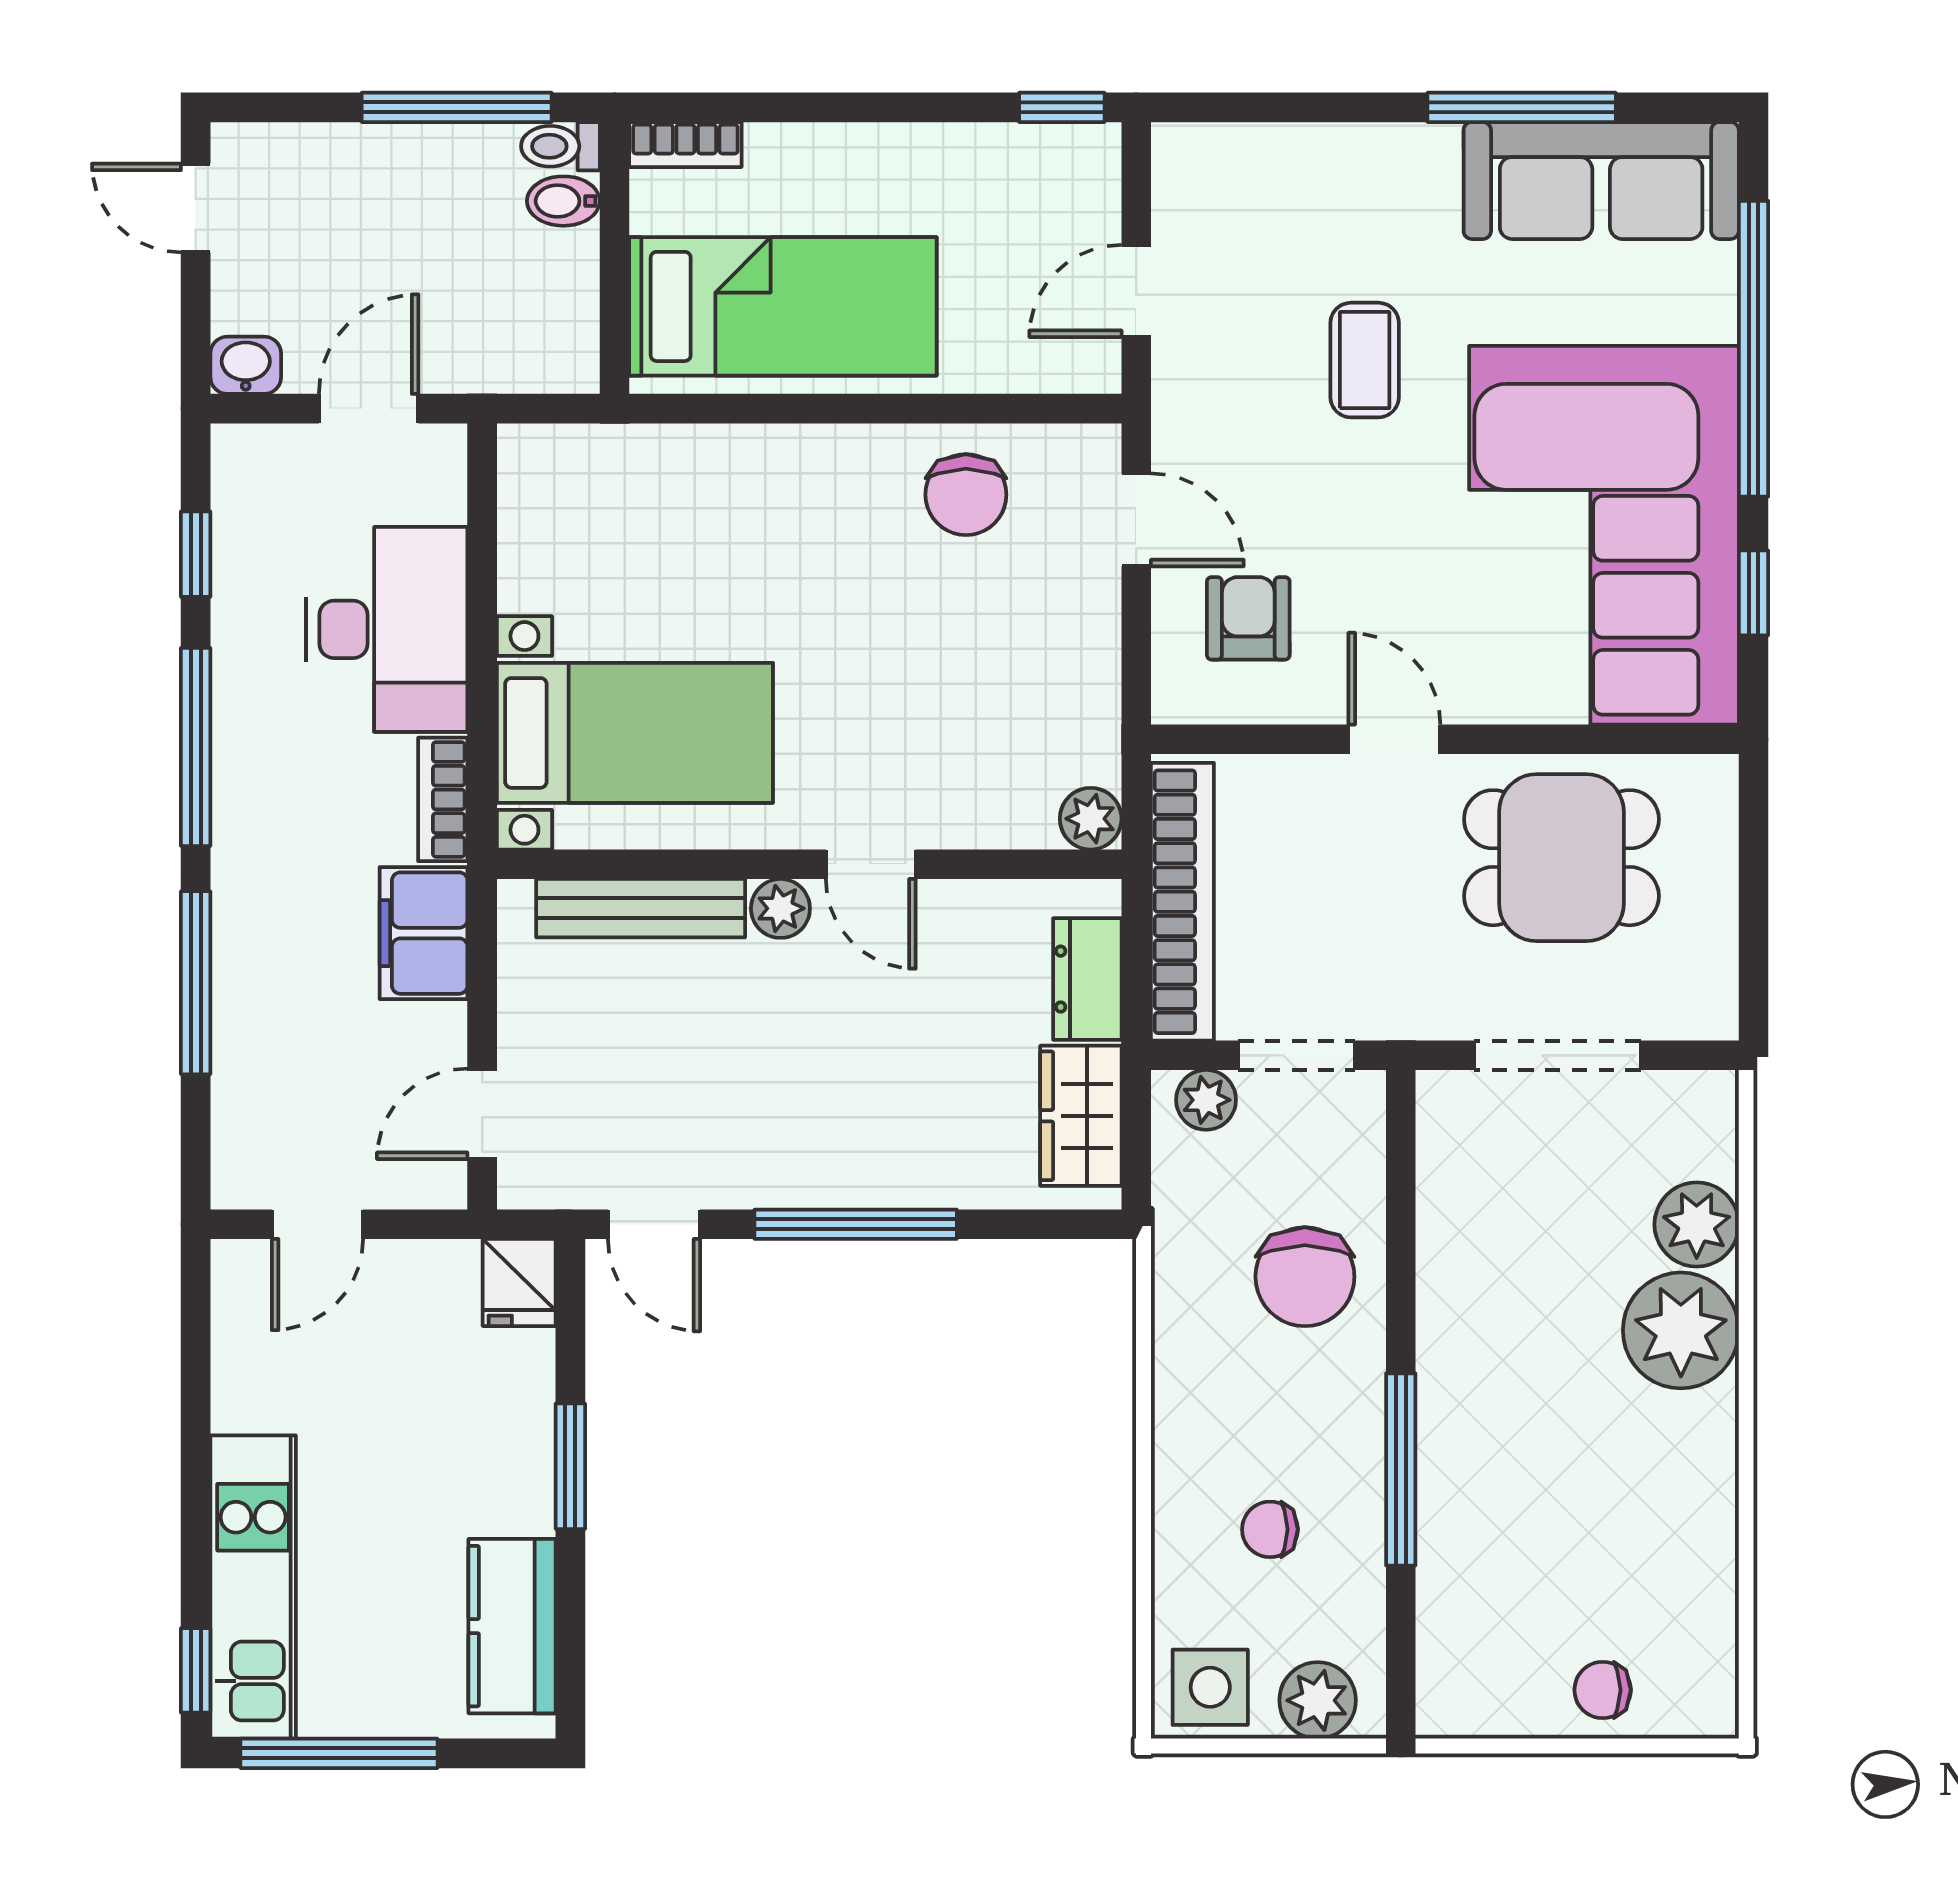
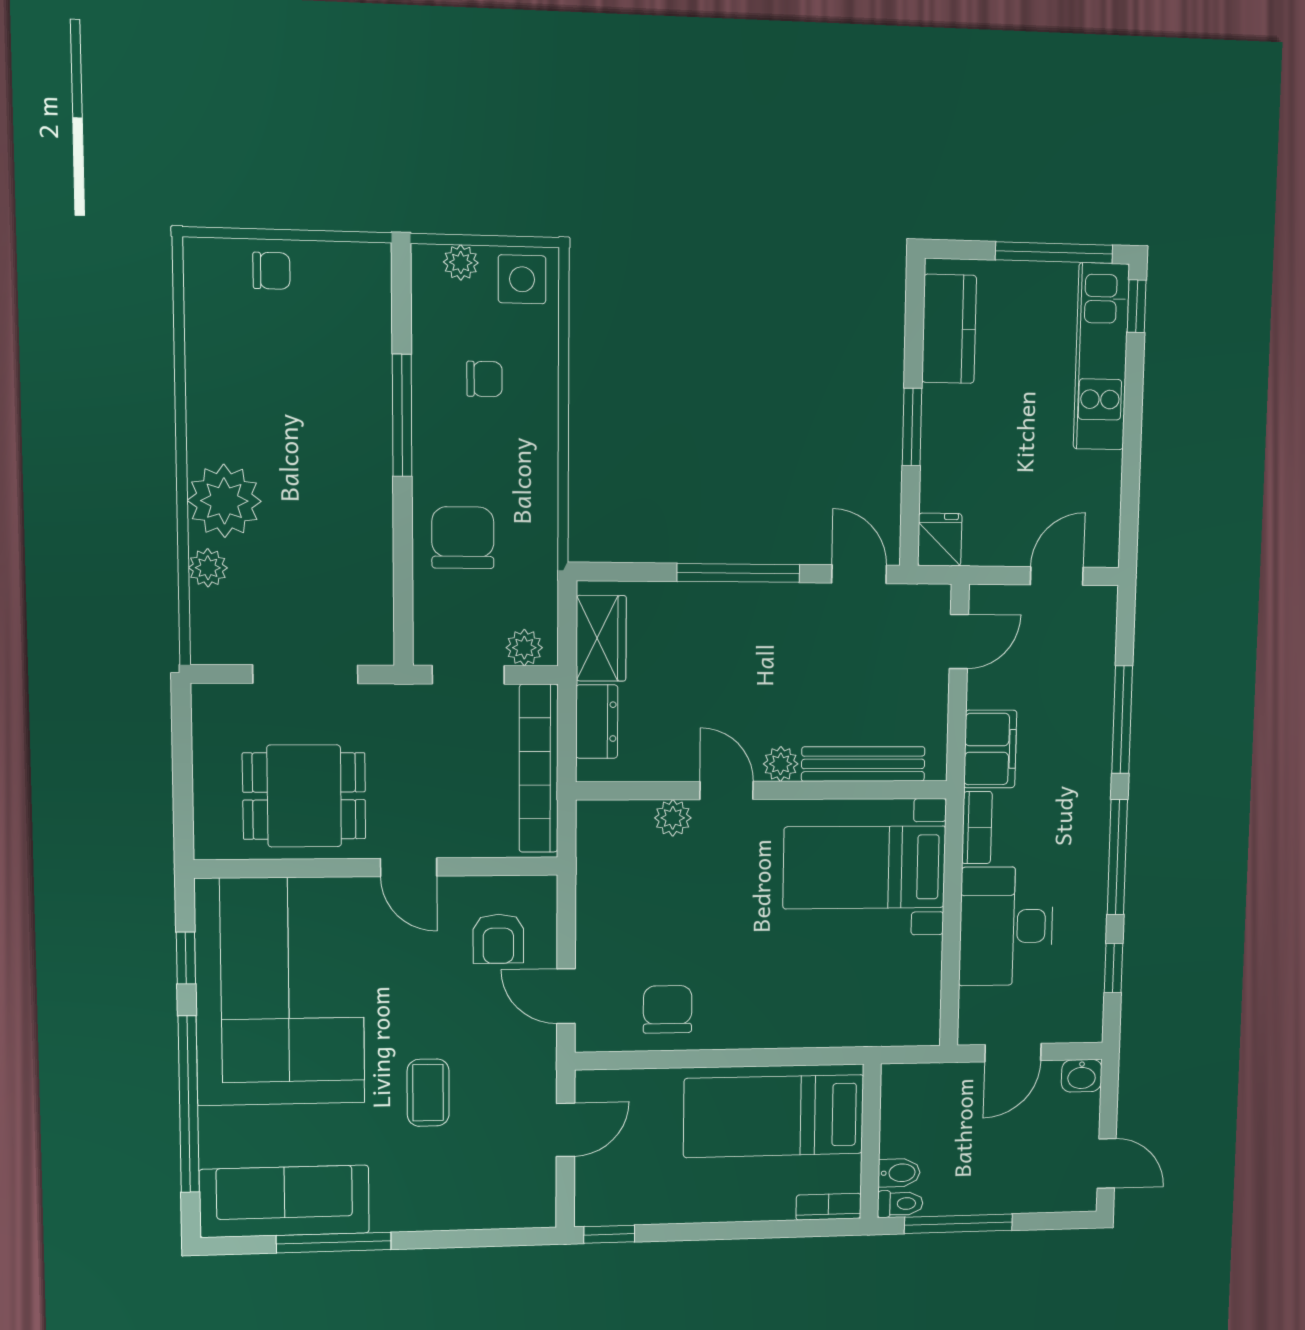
plant: (1091, 819) -> (673, 818), moved
plant: (1697, 1224) -> (208, 568), width x0.73, depth x0.73
plant: (1318, 1700) -> (461, 262), width x0.73, depth x0.73

